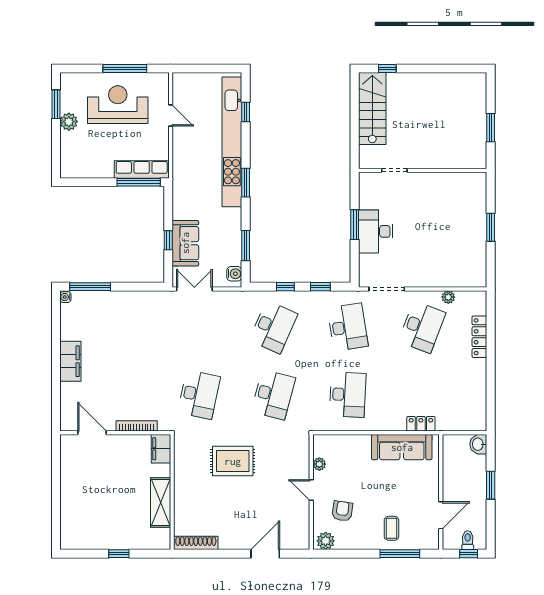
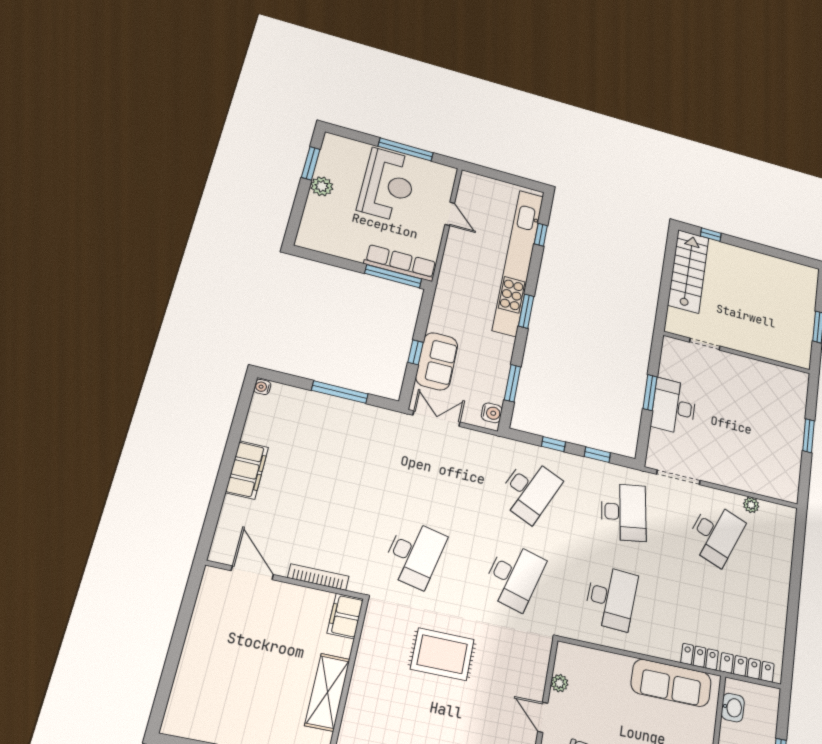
reception desk: (118, 105) -> (388, 185), turned 90
window: (90, 287) -> (340, 392), moved
locker: (479, 337) -> (747, 667), moved, turned 90
washbasin: (478, 444) -> (733, 708), moved, turned 180

